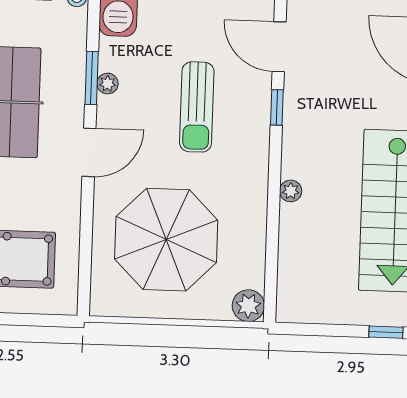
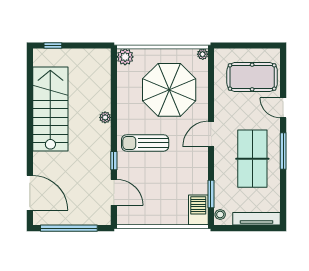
window: (92, 78) -> (211, 194), moved
plant: (108, 84) -> (203, 54), moved
sun lounger: (197, 107) -> (145, 143), moved, turned -90

